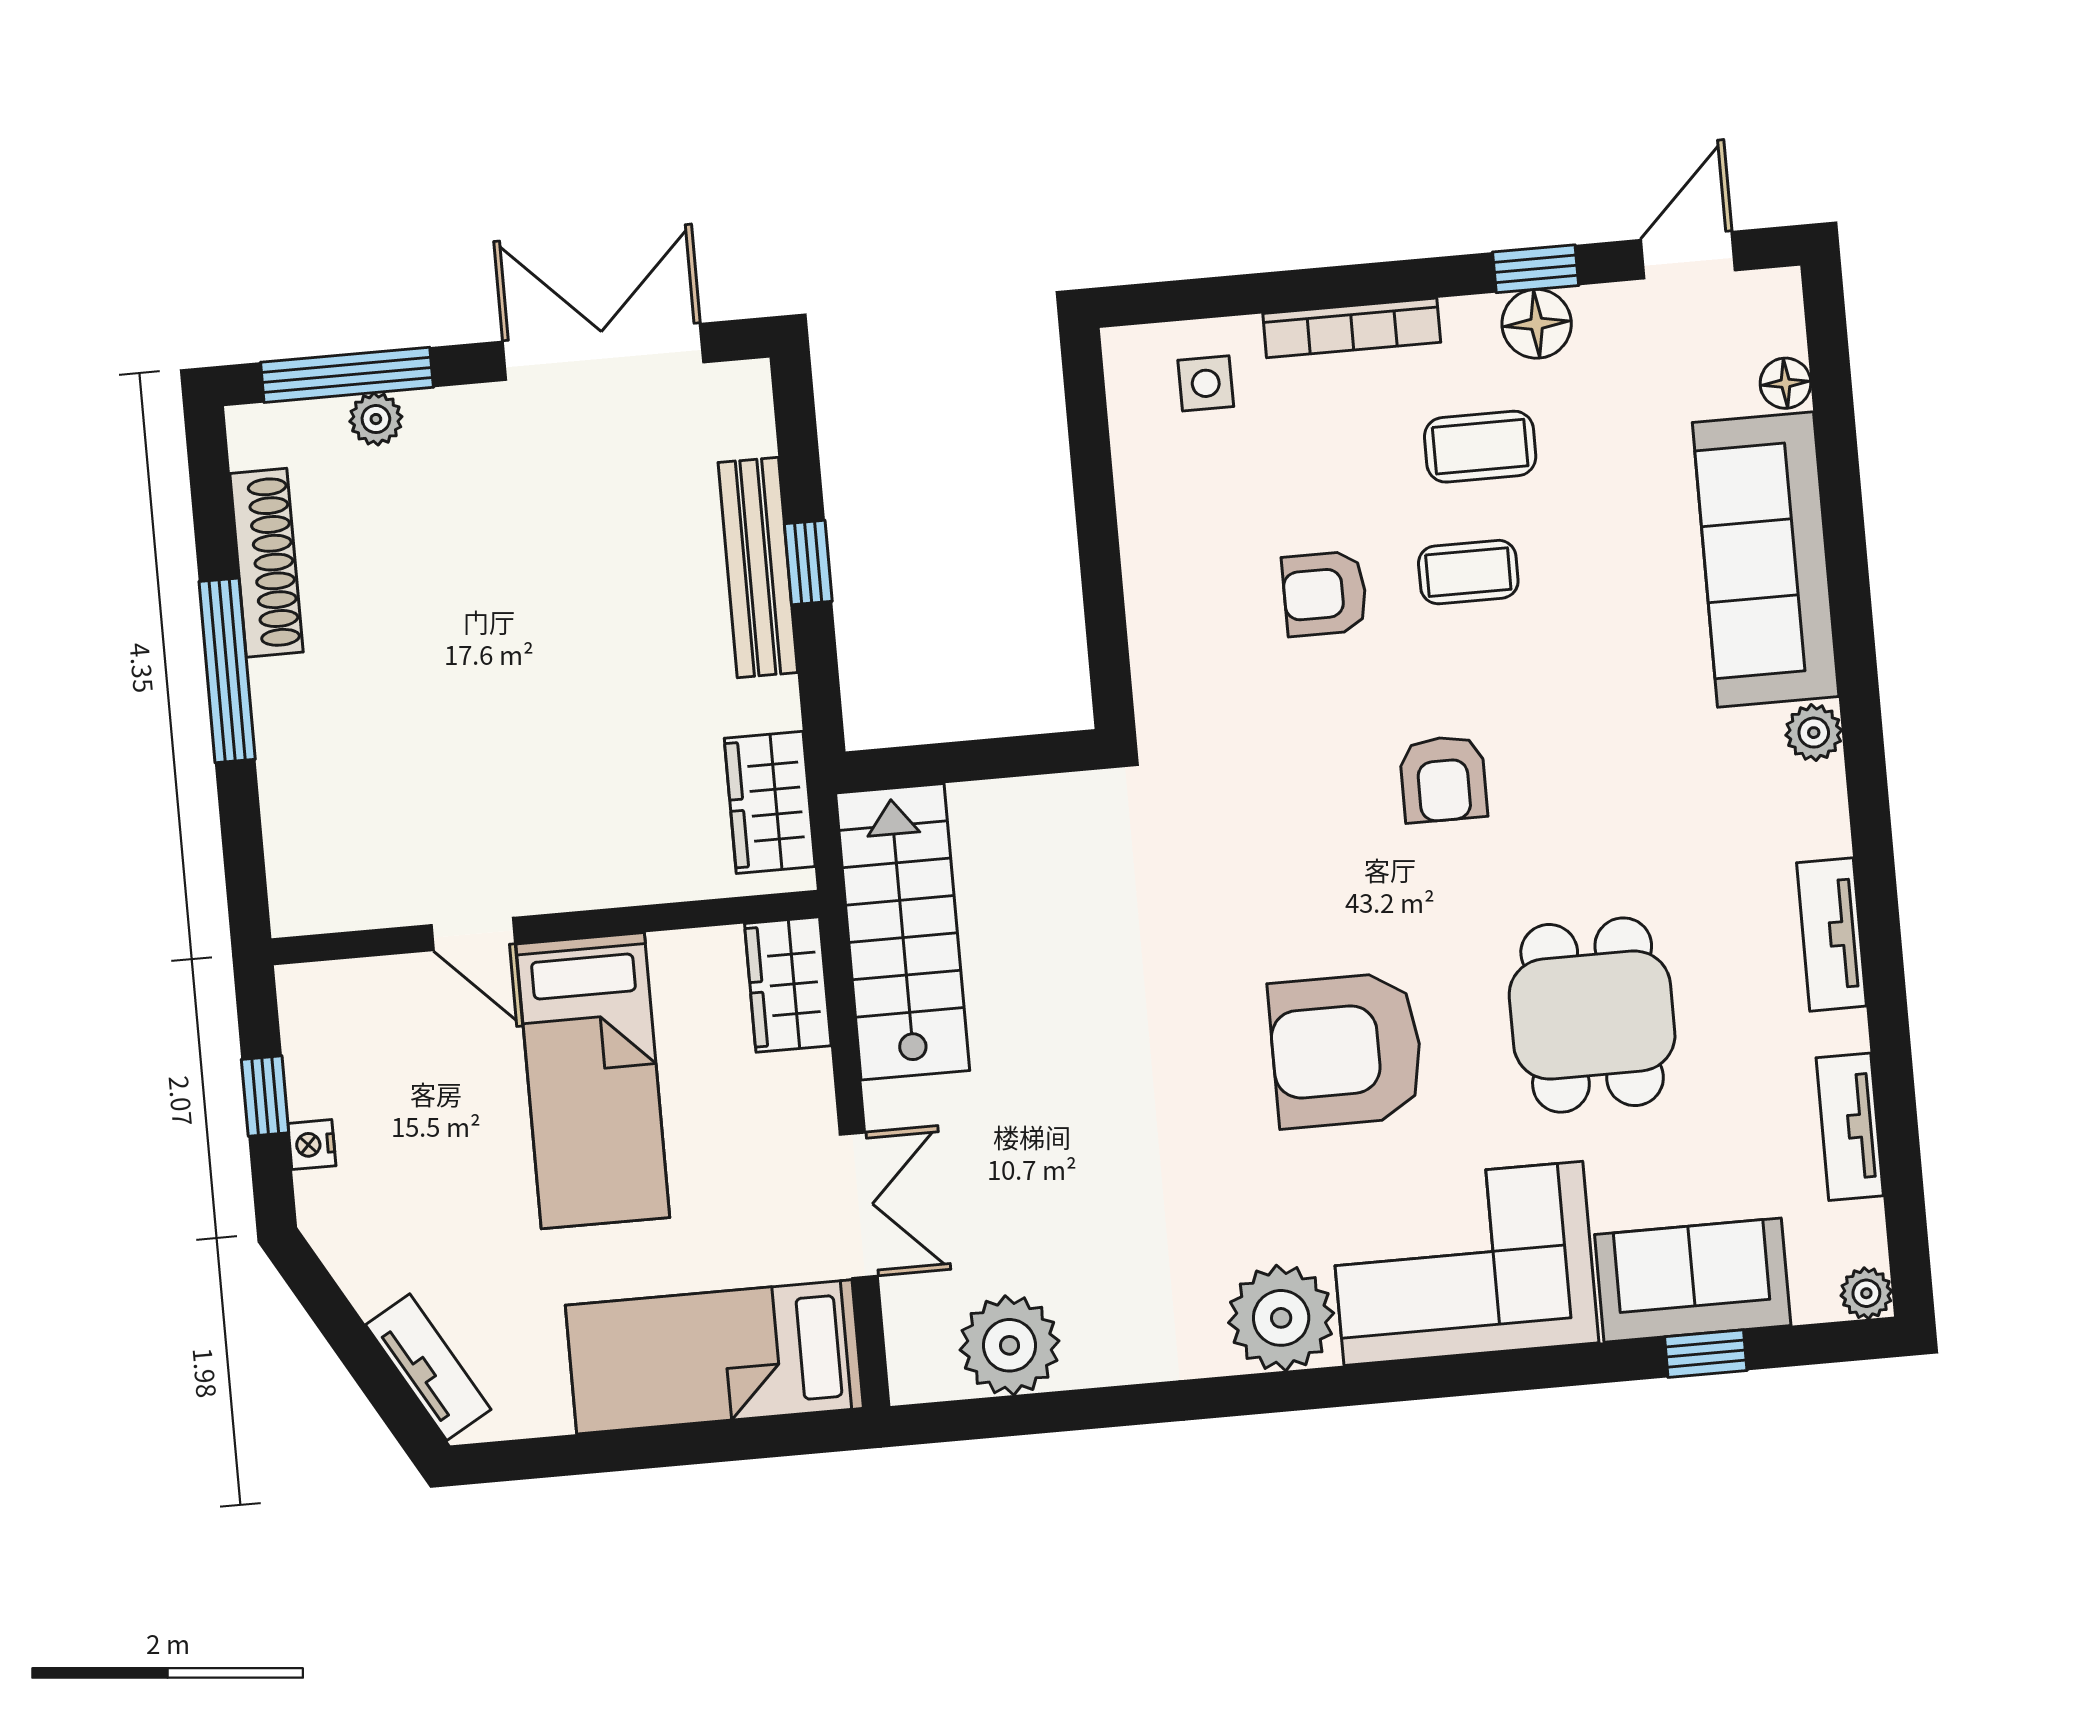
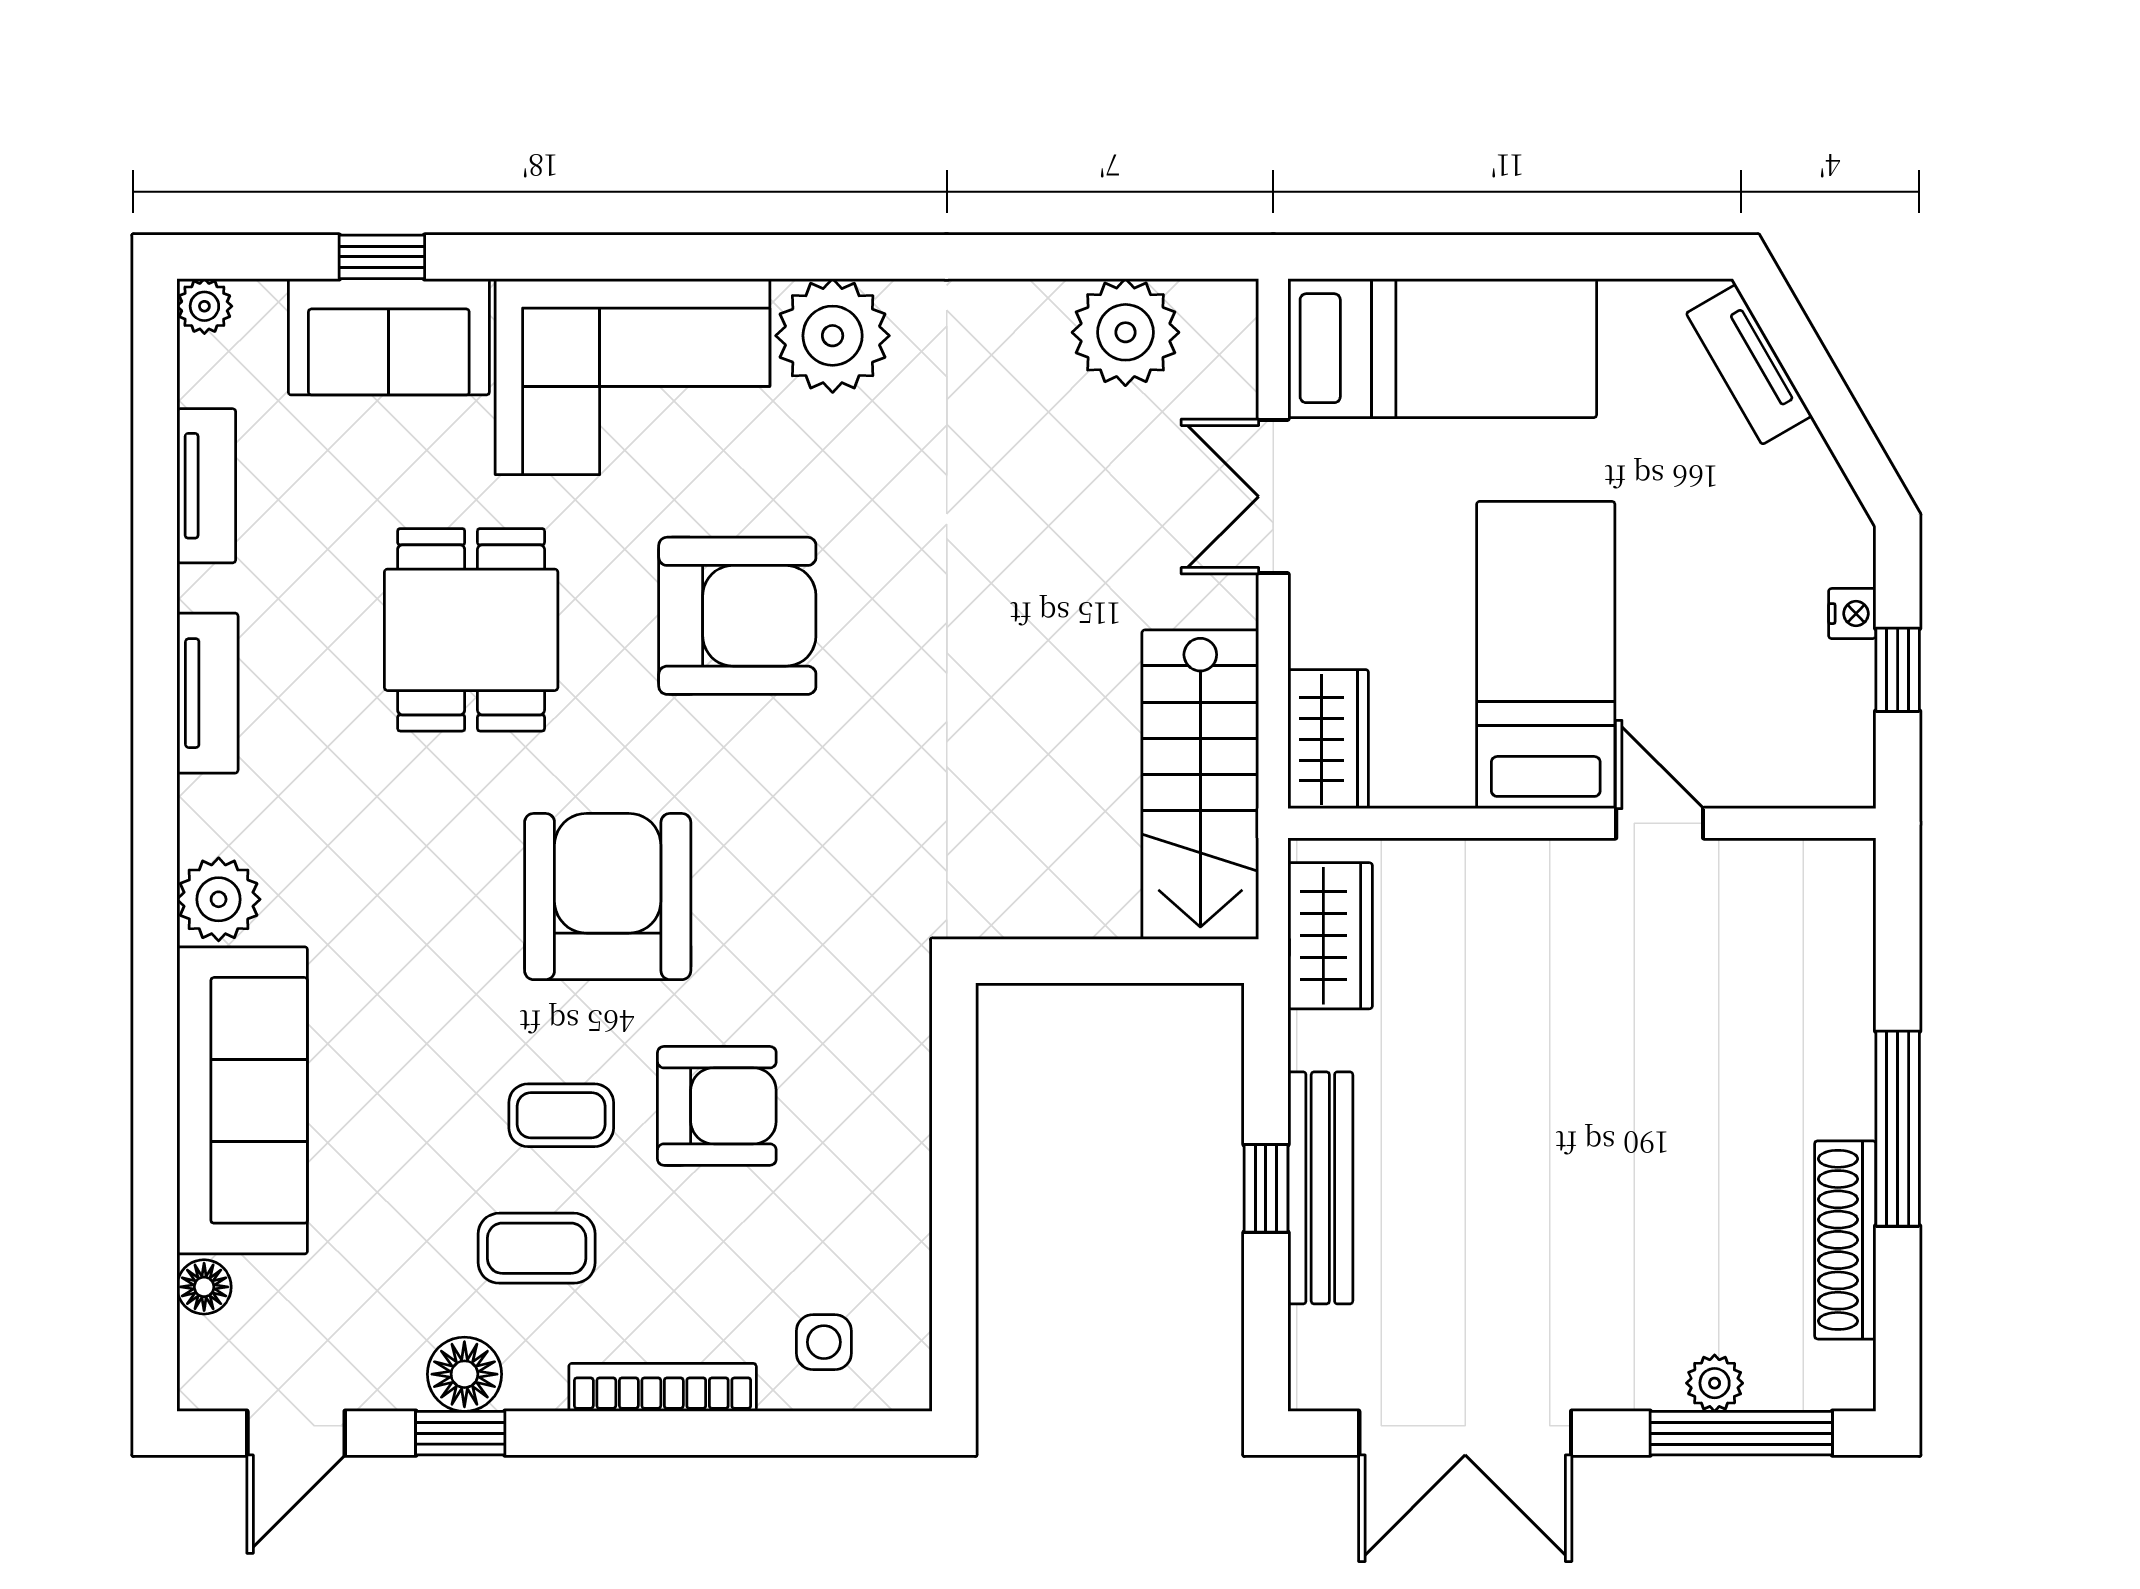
armchair: (1325, 594) -> (717, 1106), width x1.38, depth x1.38
plant: (1814, 733) -> (219, 899), width x1.38, depth x1.38
armchair: (1443, 779) -> (608, 897), width x1.88, depth x1.88

